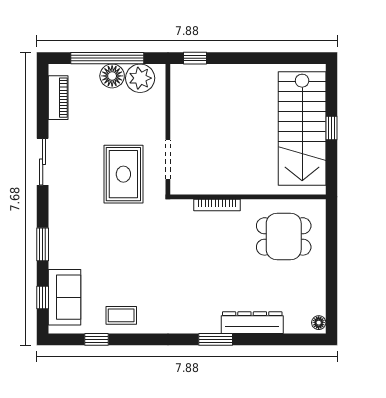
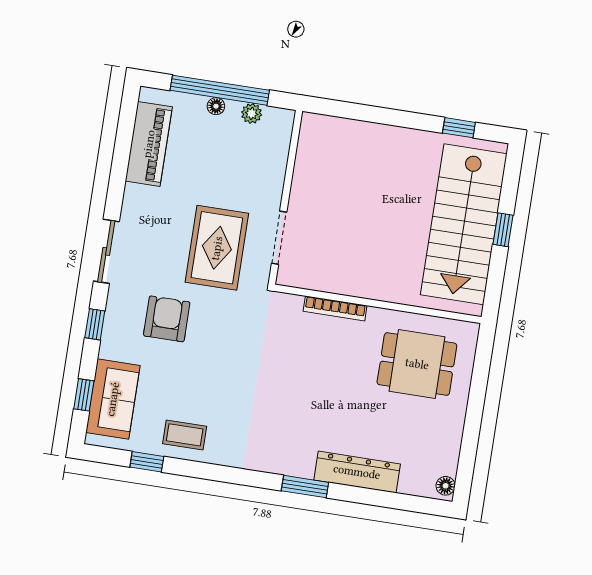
window: (195, 58) -> (459, 128), moved
floor lamp: (112, 76) -> (216, 106), width x0.53, depth x0.53
plant: (140, 78) -> (252, 113), width x0.53, depth x0.53
piano: (58, 98) -> (149, 144), width x1.37, depth x1.33
sliding door: (43, 162) -> (106, 251), moved
armchair: (95, 232) -> (167, 319), added
window: (43, 244) -> (95, 324), width x0.67

